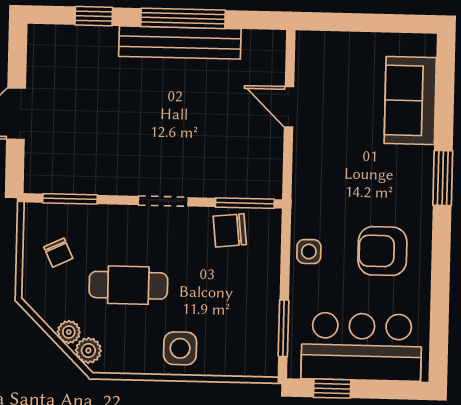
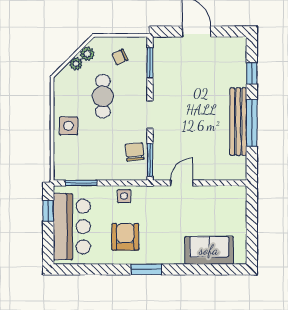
door: (289, 107) -> (182, 183), moved
window: (443, 178) -> (146, 269), moved
plant: (88, 351) -> (87, 54), moved

